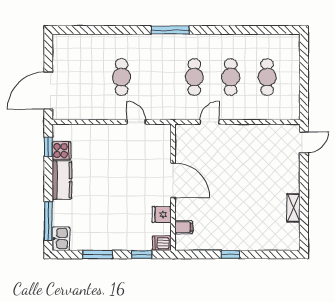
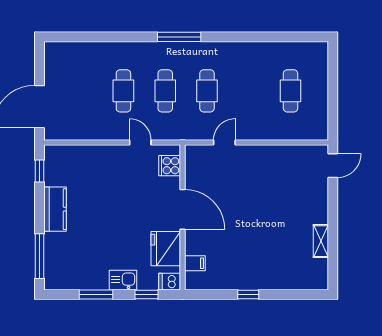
cafe table: (231, 77) -> (165, 91), moved
cooker: (62, 151) -> (170, 166), moved, turned 180
fridge: (162, 215) -> (166, 249), width x1.88, depth x1.34
kitchen sink: (61, 239) -> (123, 280), moved, turned -90

